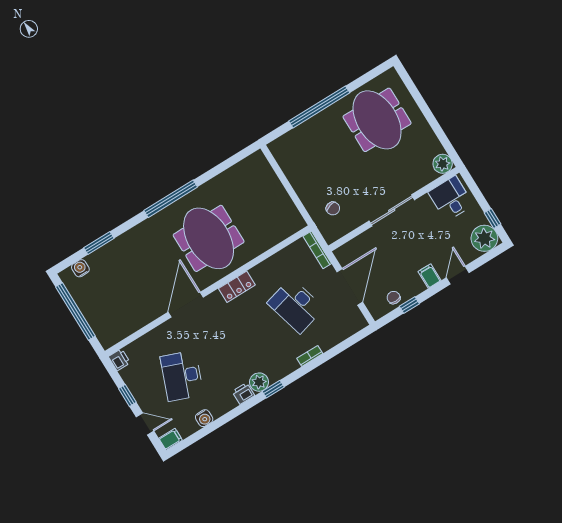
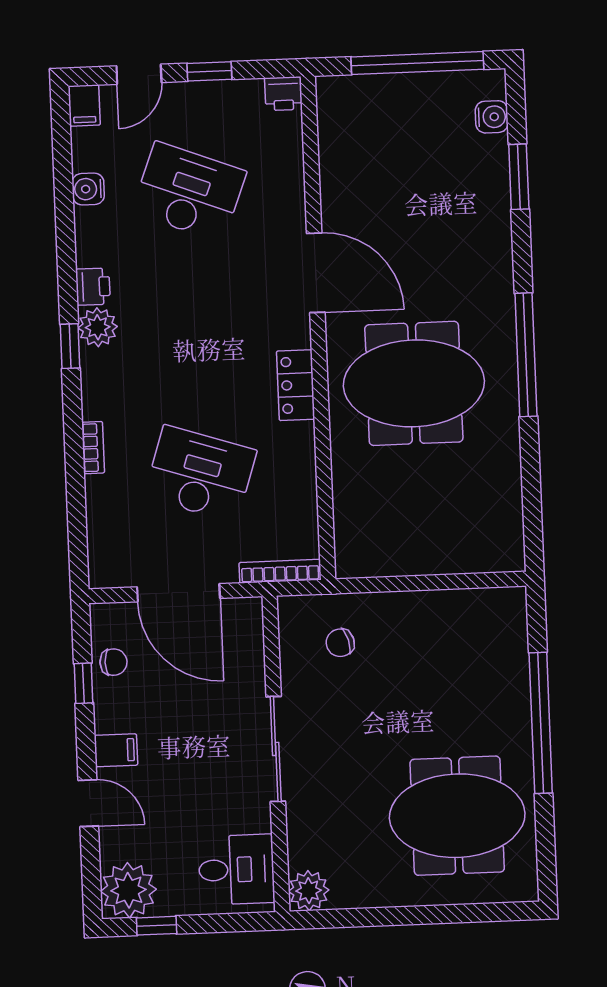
desk: (296, 306) -> (200, 474), turned 33

